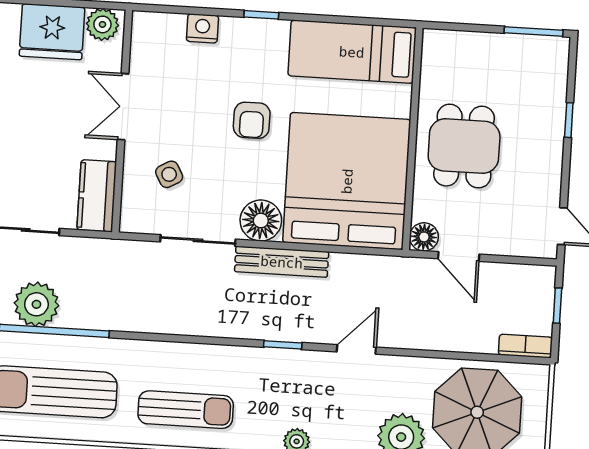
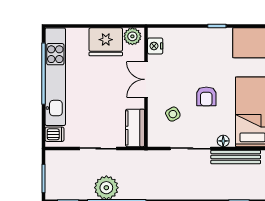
nightstand: (202, 28) -> (155, 46), moved, turned -90
armchair: (252, 120) -> (206, 96), moved
floor lamp: (261, 221) -> (223, 141), width x0.53, depth x0.53

